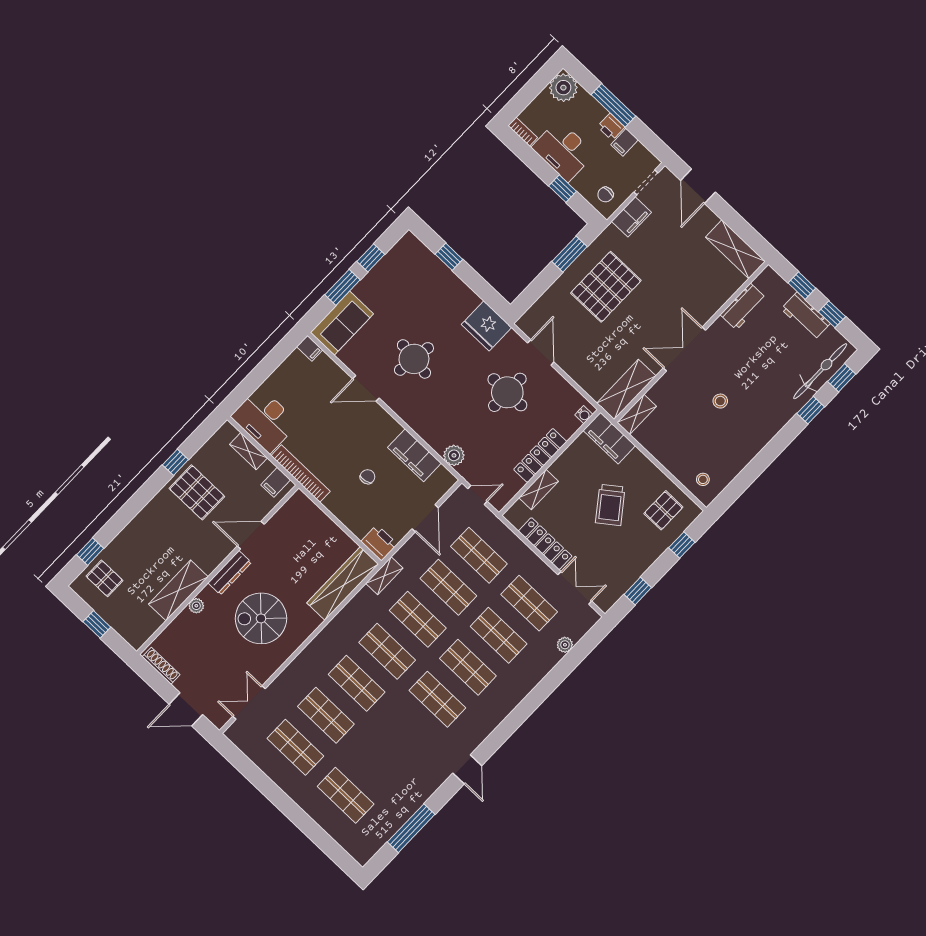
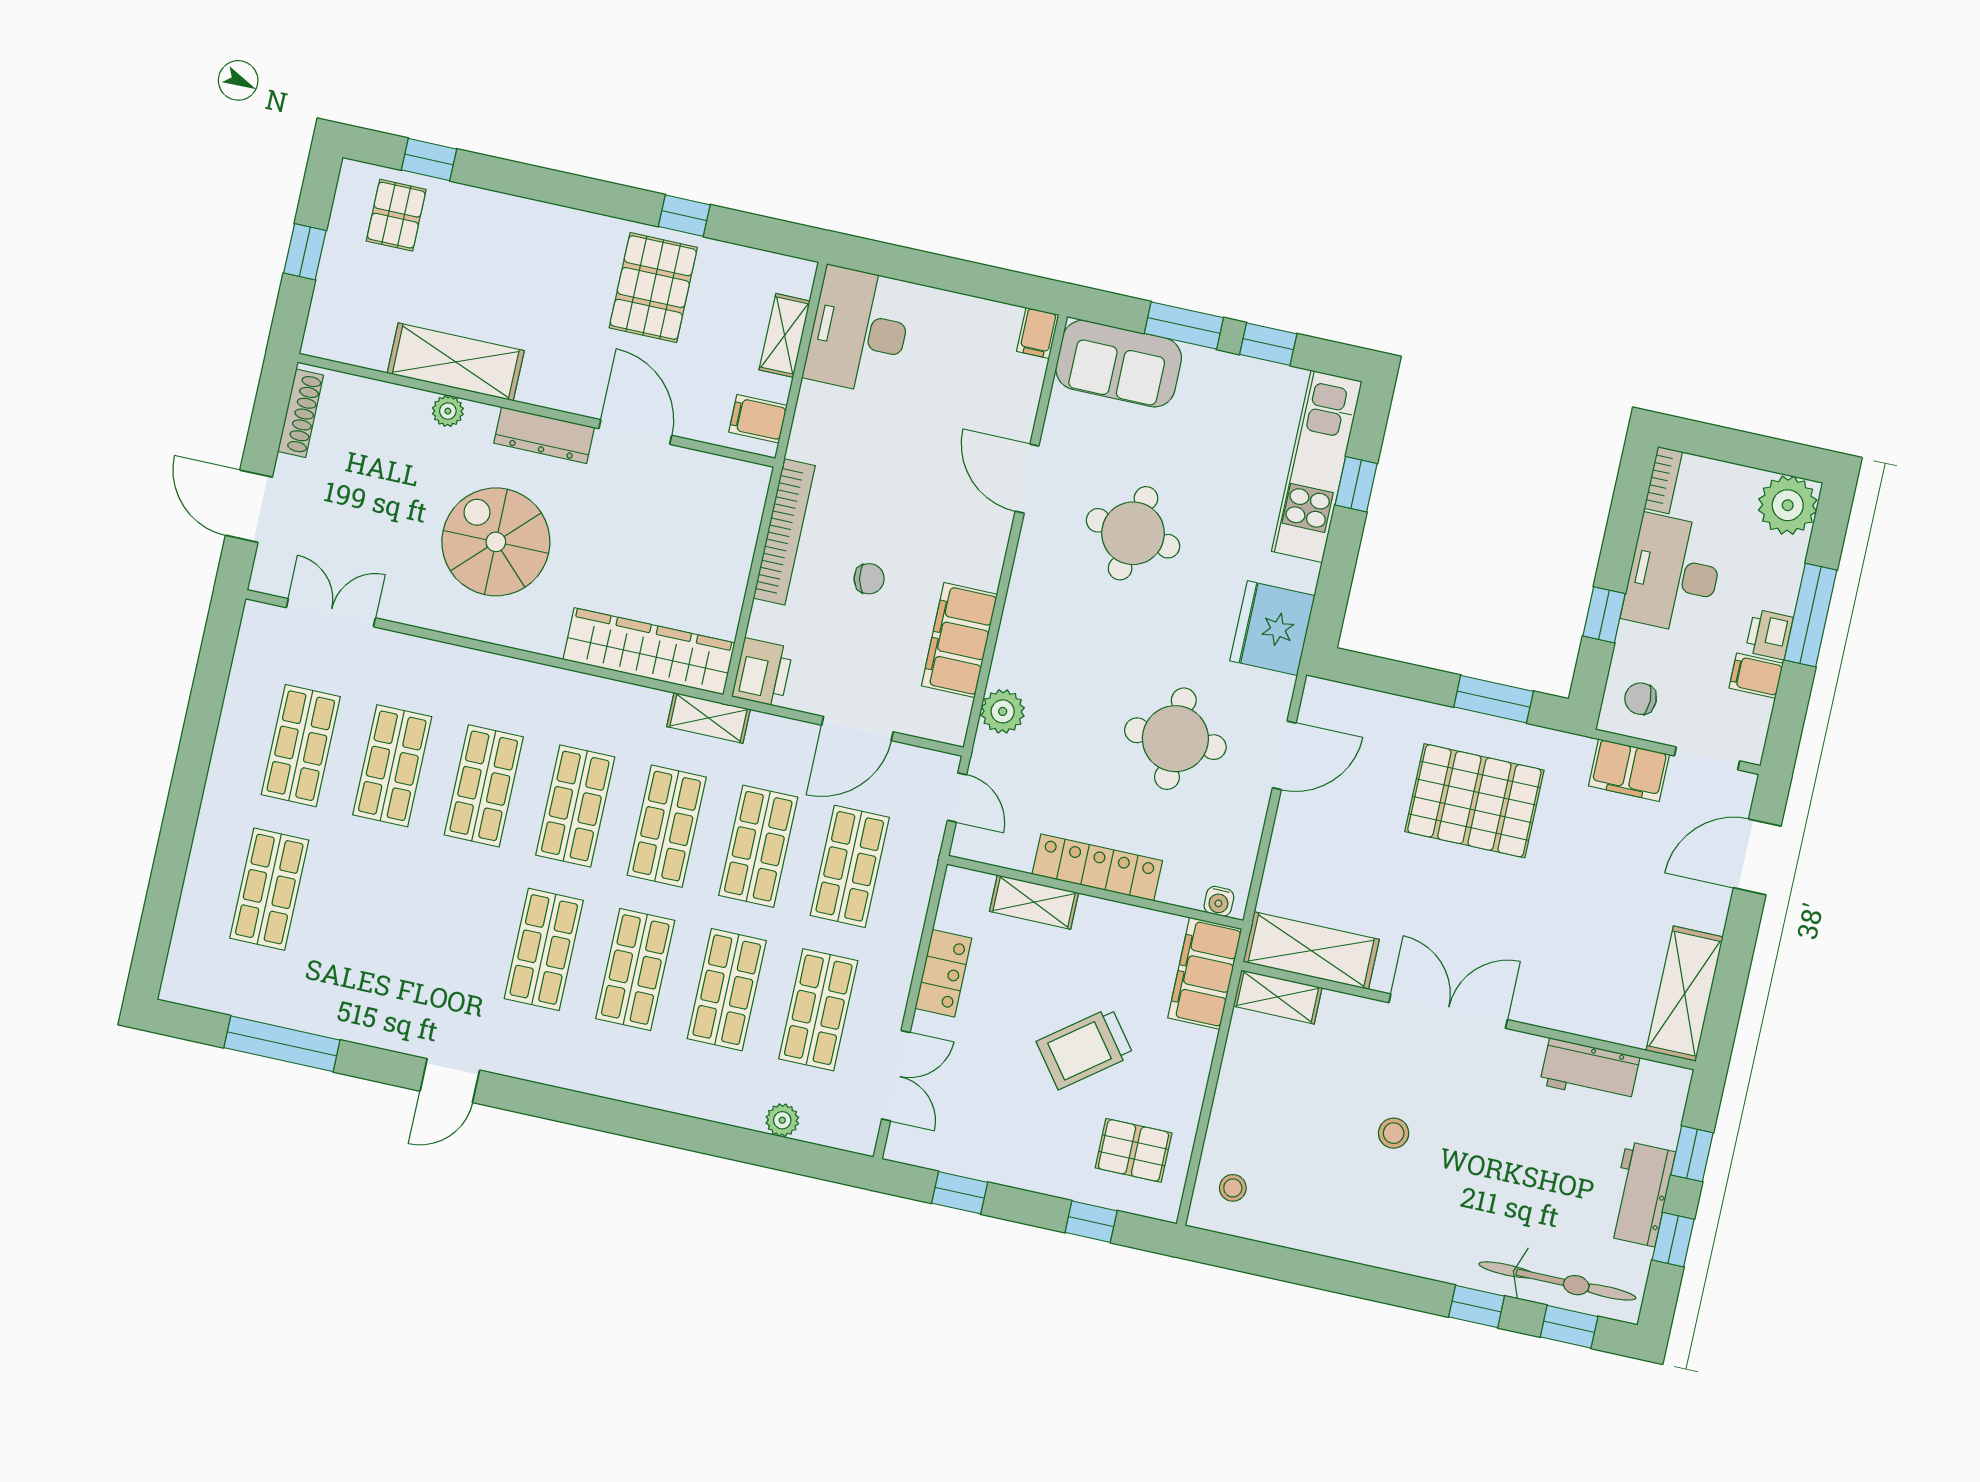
kitchen unit: (432, 268) -> (1317, 466), added
bookcase: (301, 473) -> (784, 532), moved
locker: (545, 544) -> (943, 973), width x0.66

